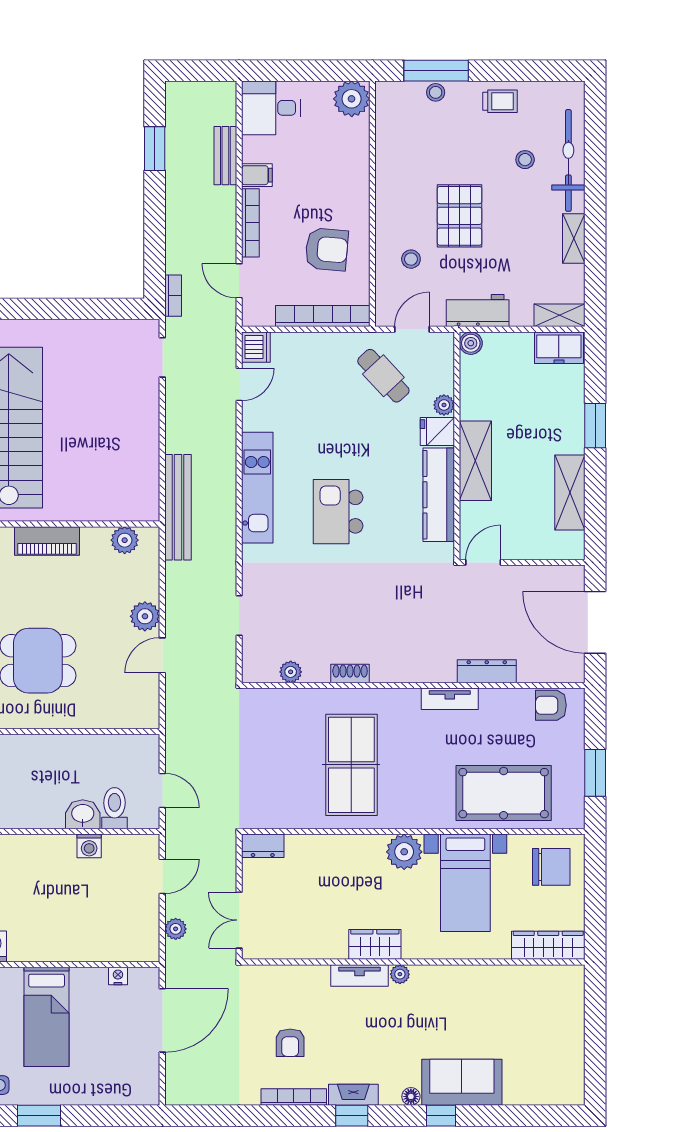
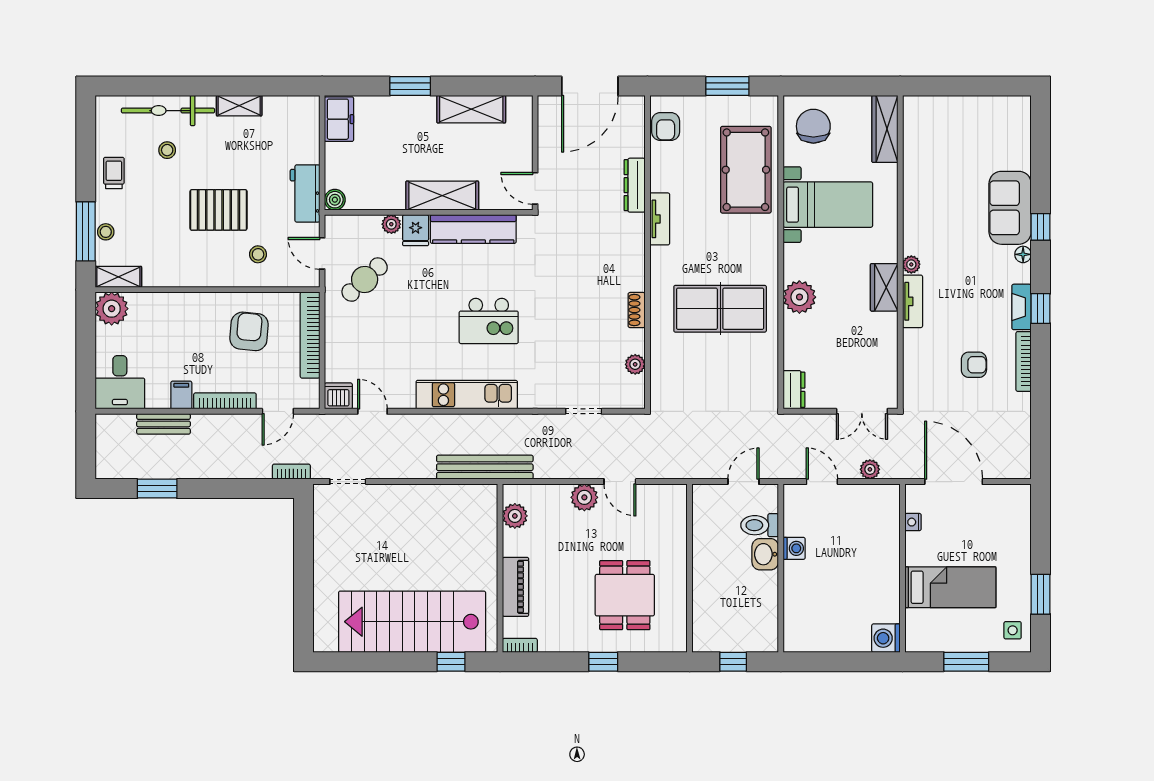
shelving: (559, 315) -> (118, 277), moved, turned 90
plant: (404, 852) -> (799, 297), moved

